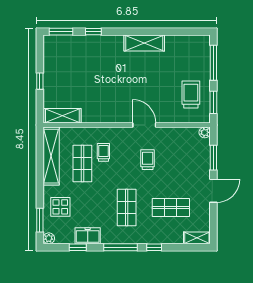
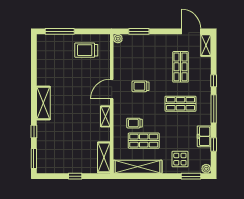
shelving: (144, 43) -> (43, 103), moved
window: (213, 102) -> (93, 31), removed
shelving: (111, 117) -> (105, 116), added
door: (213, 191) -> (191, 31), moved

